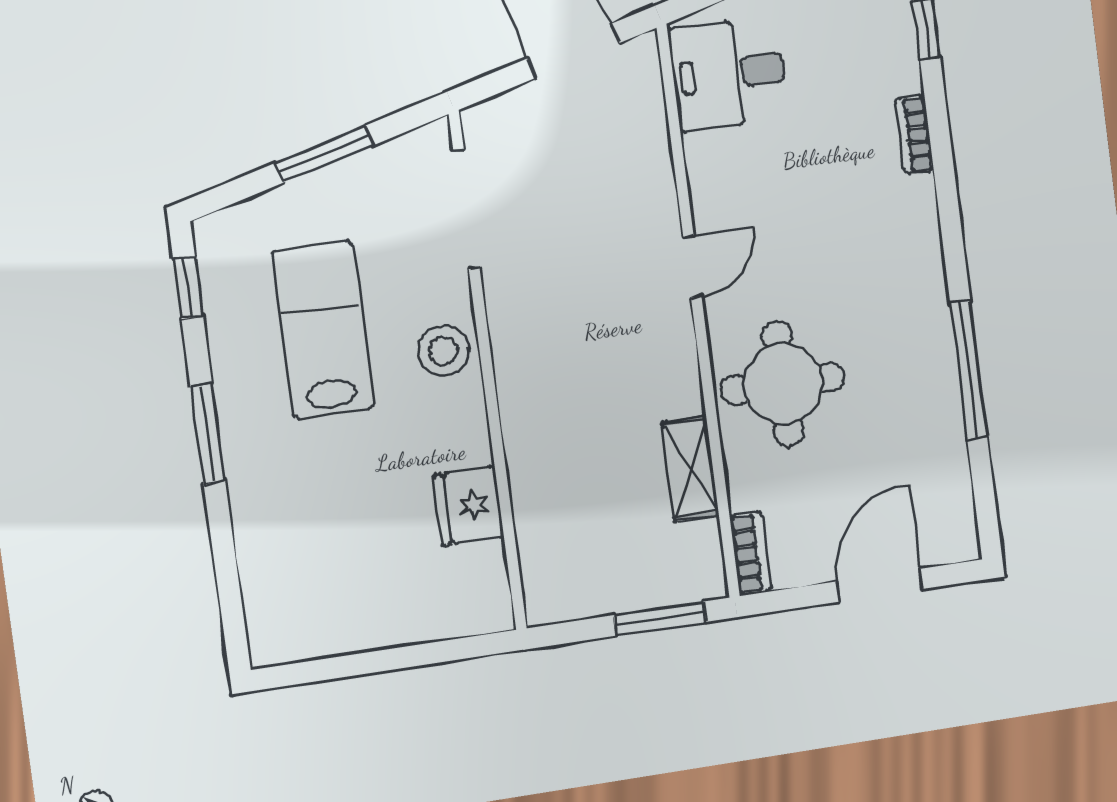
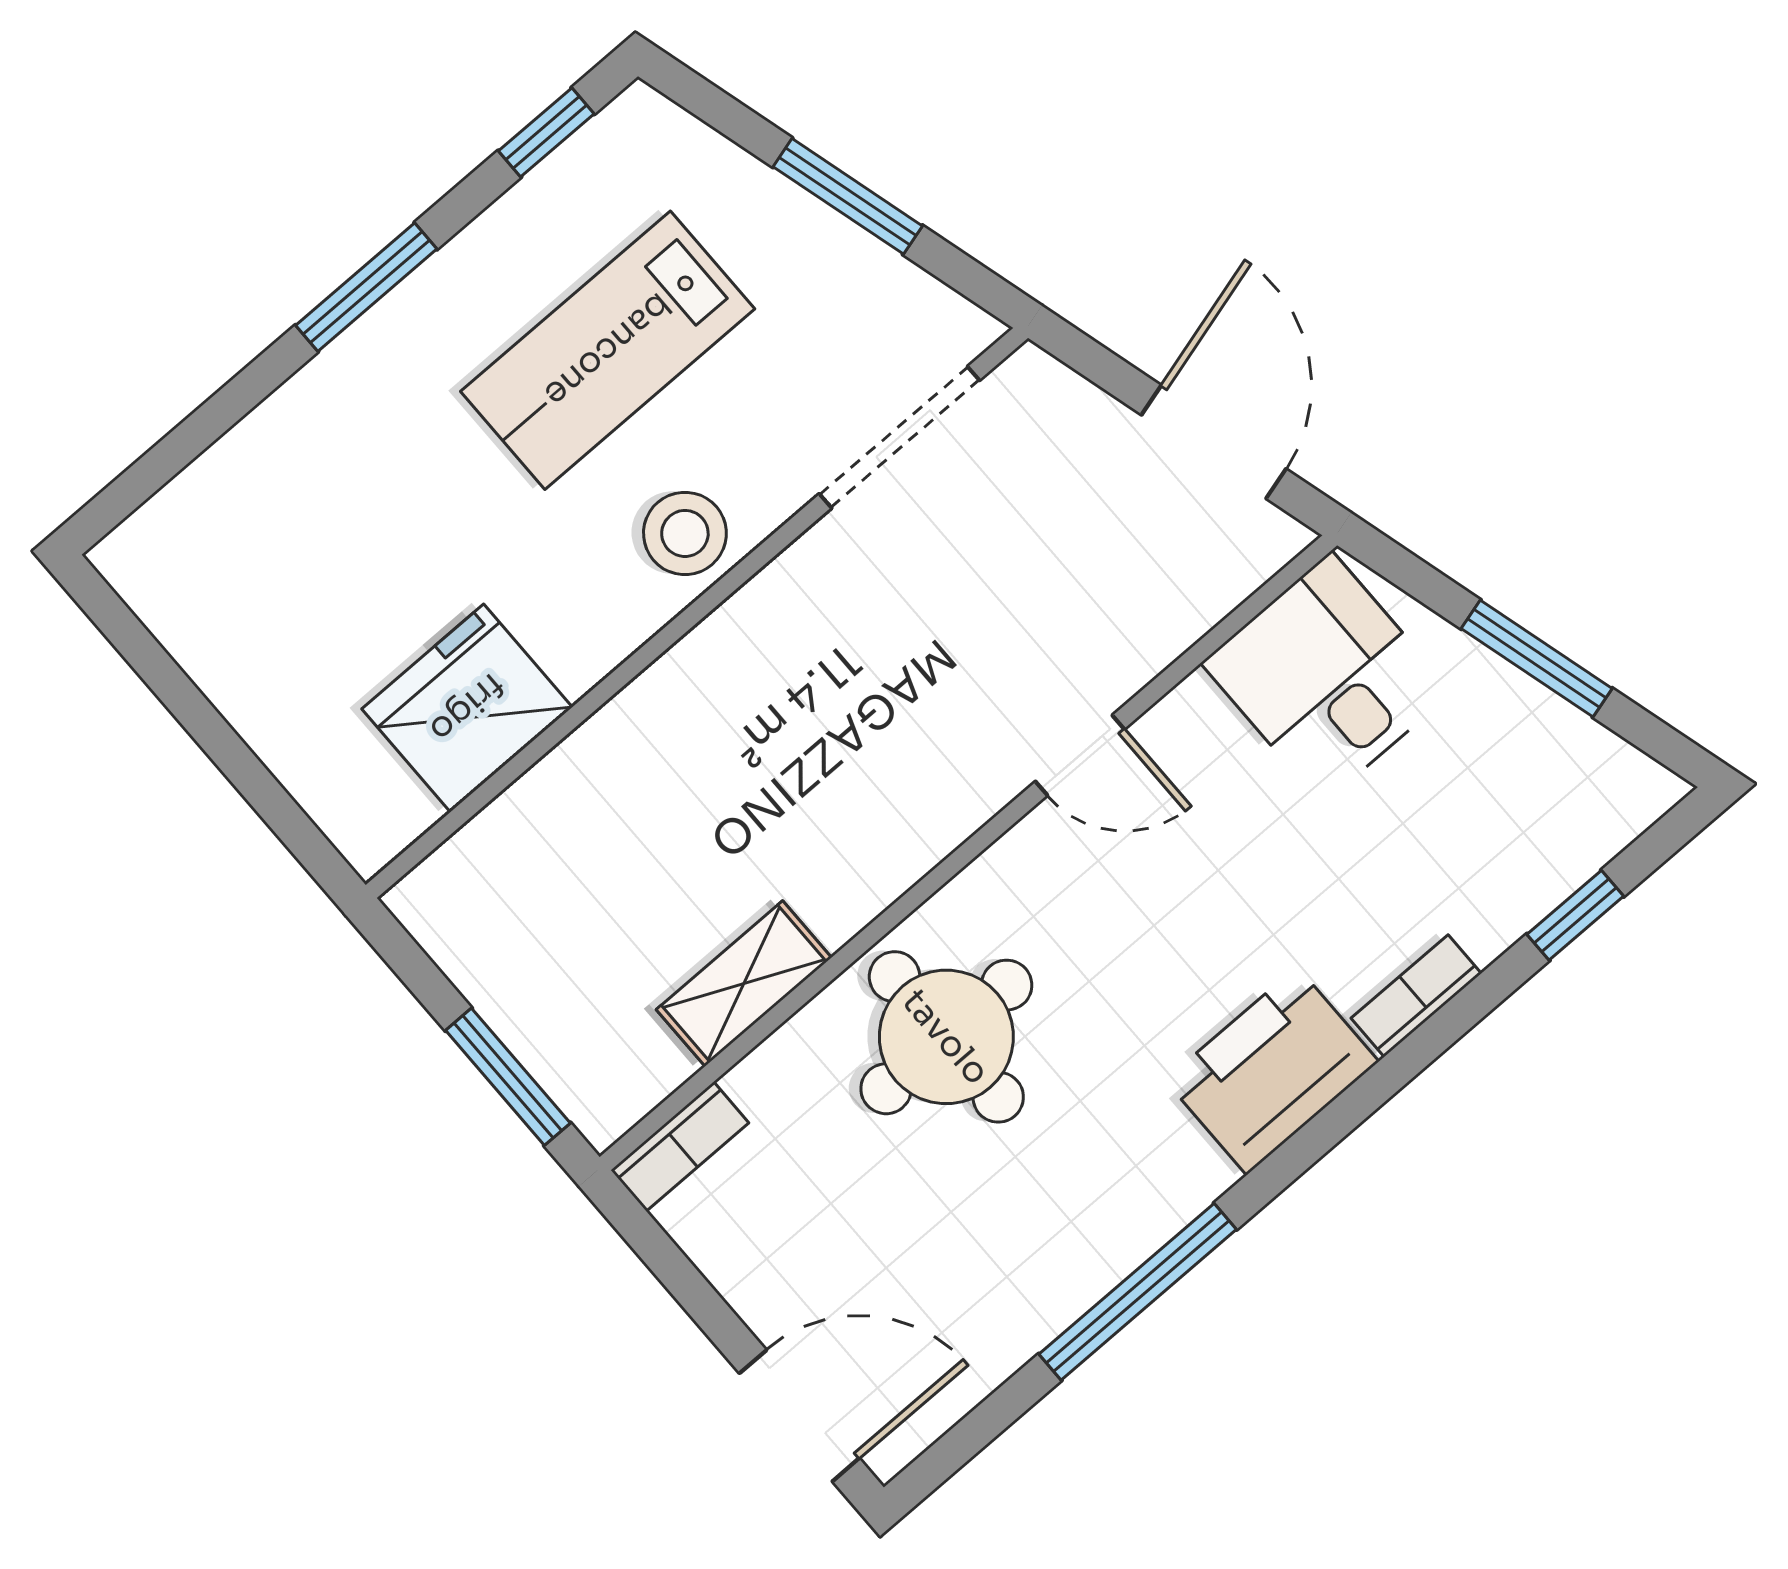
printer: (905, 231) -> (1272, 1071), added
door: (692, 267) -> (1080, 755), moved
lab bench: (323, 330) -> (608, 350), turned 180
fridge: (469, 506) -> (467, 708), width x1.36, depth x1.34
door: (880, 585) -> (799, 1416), moved

